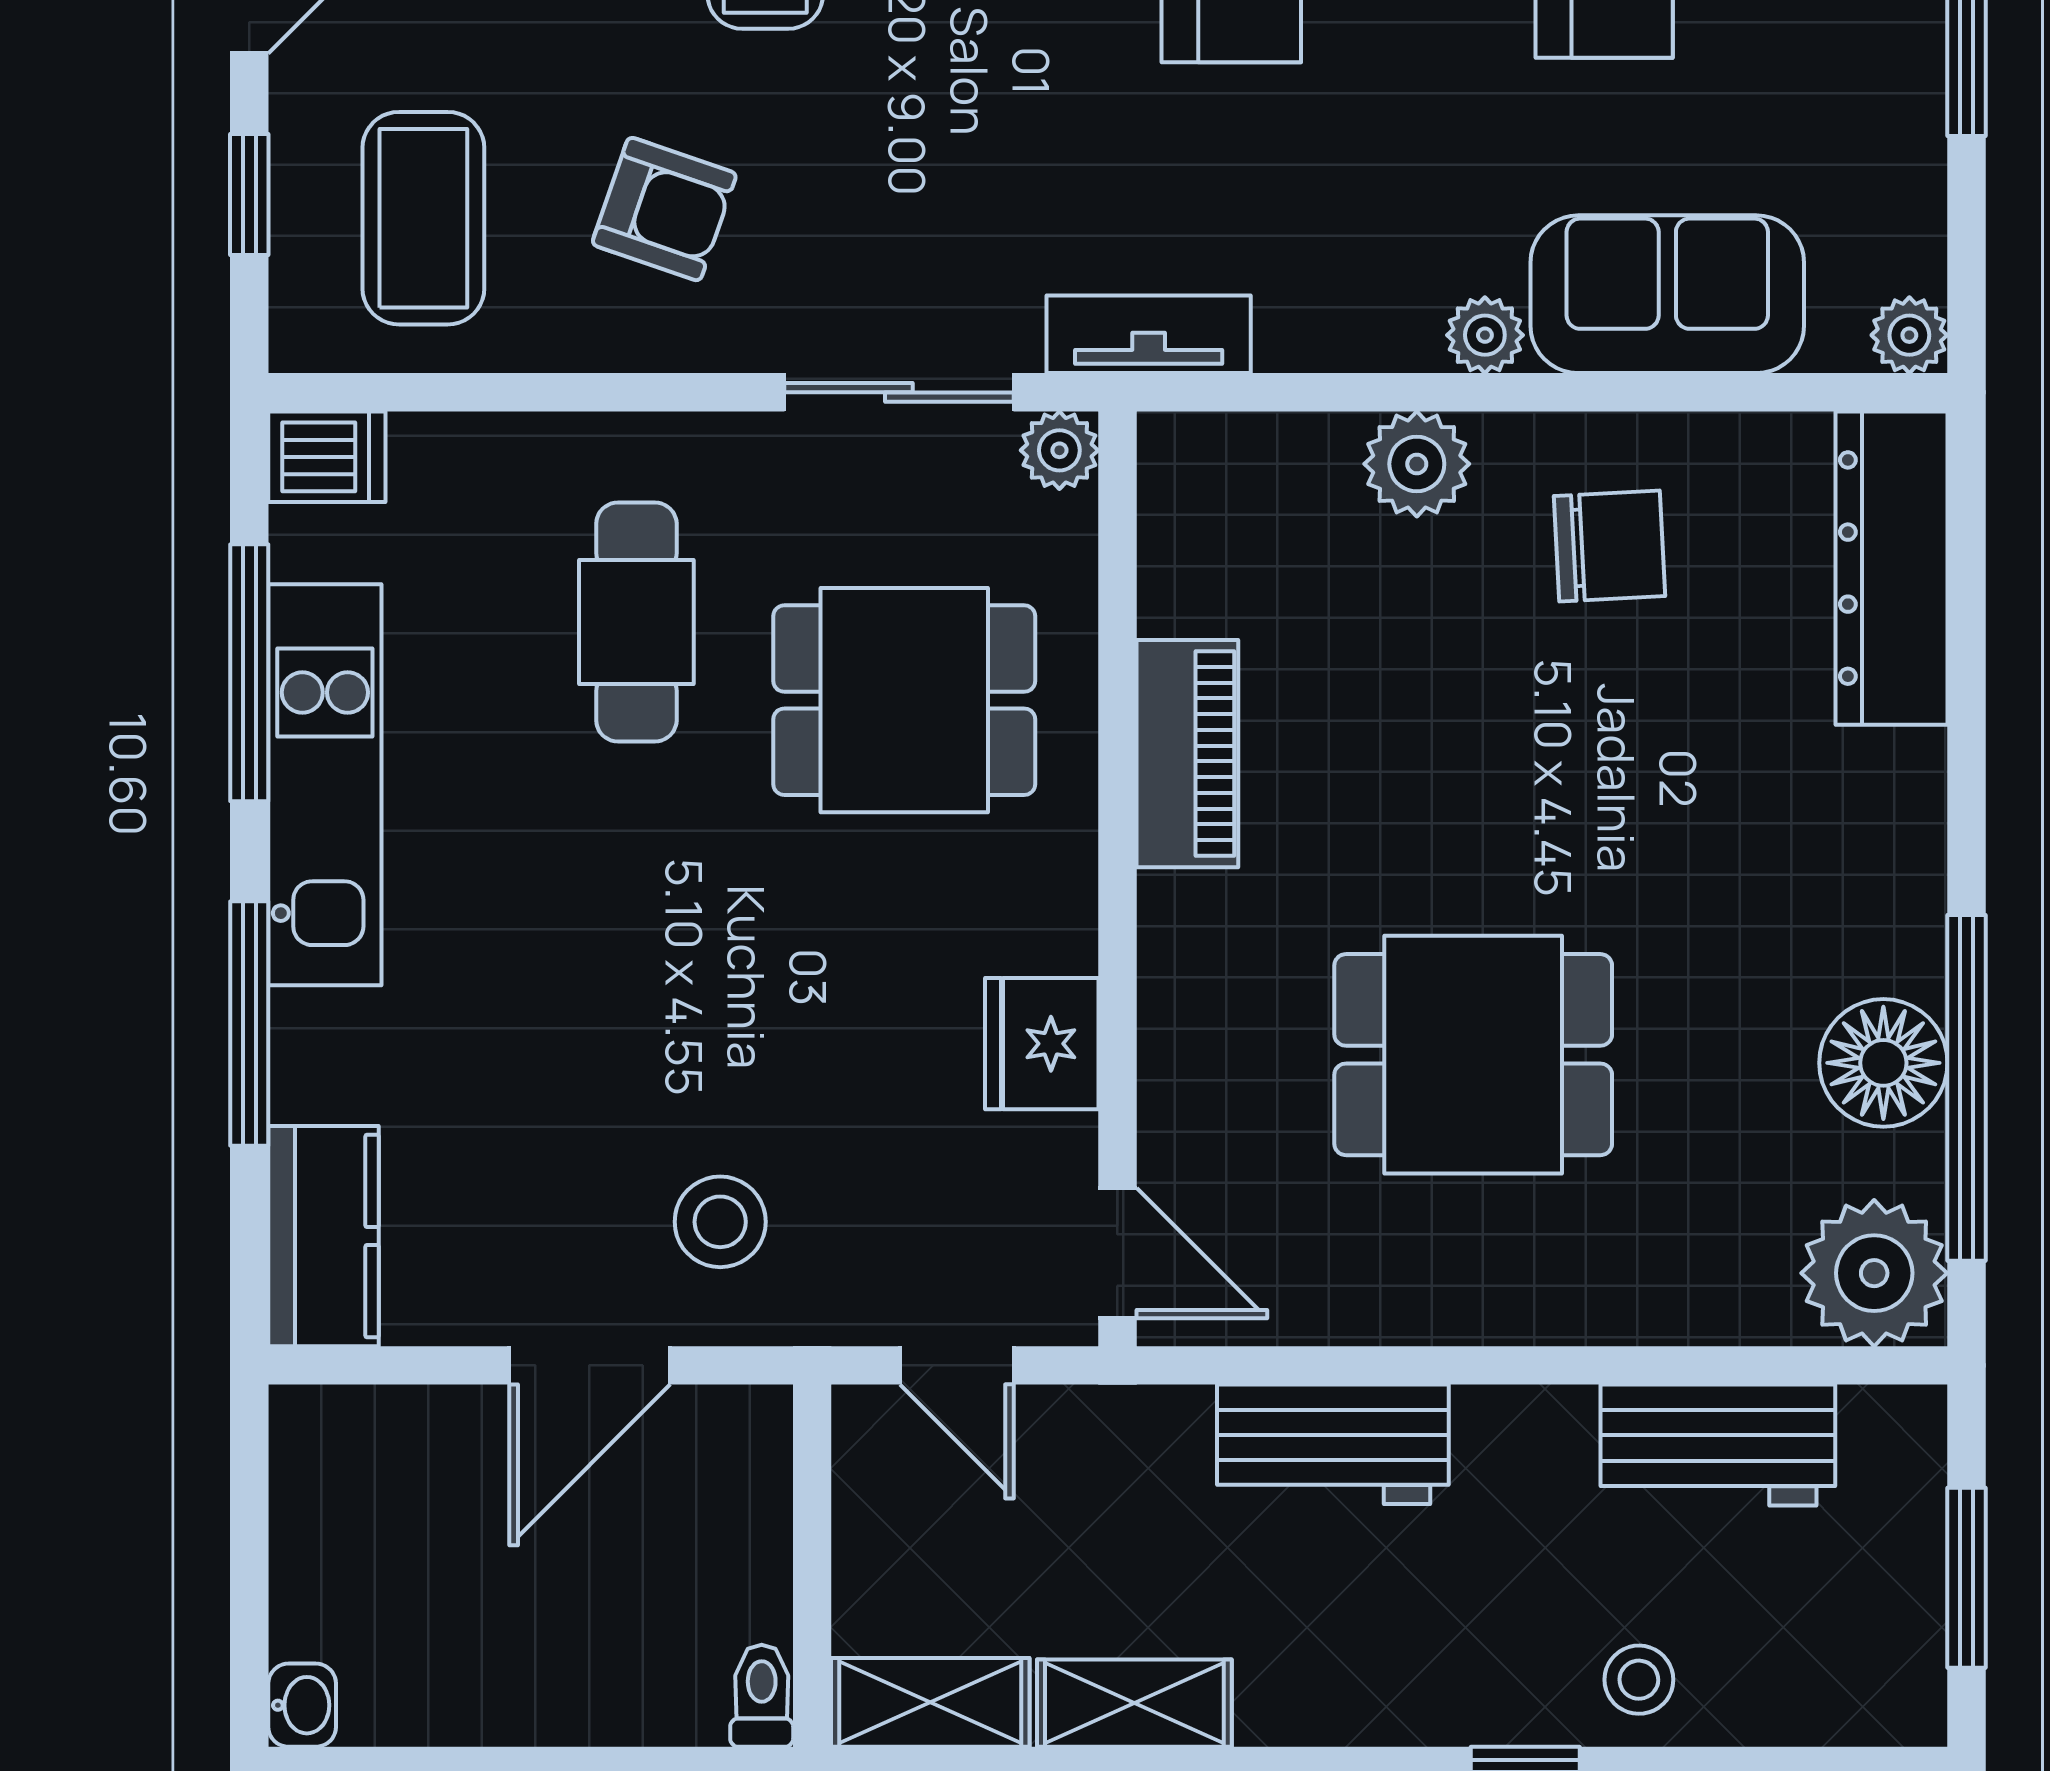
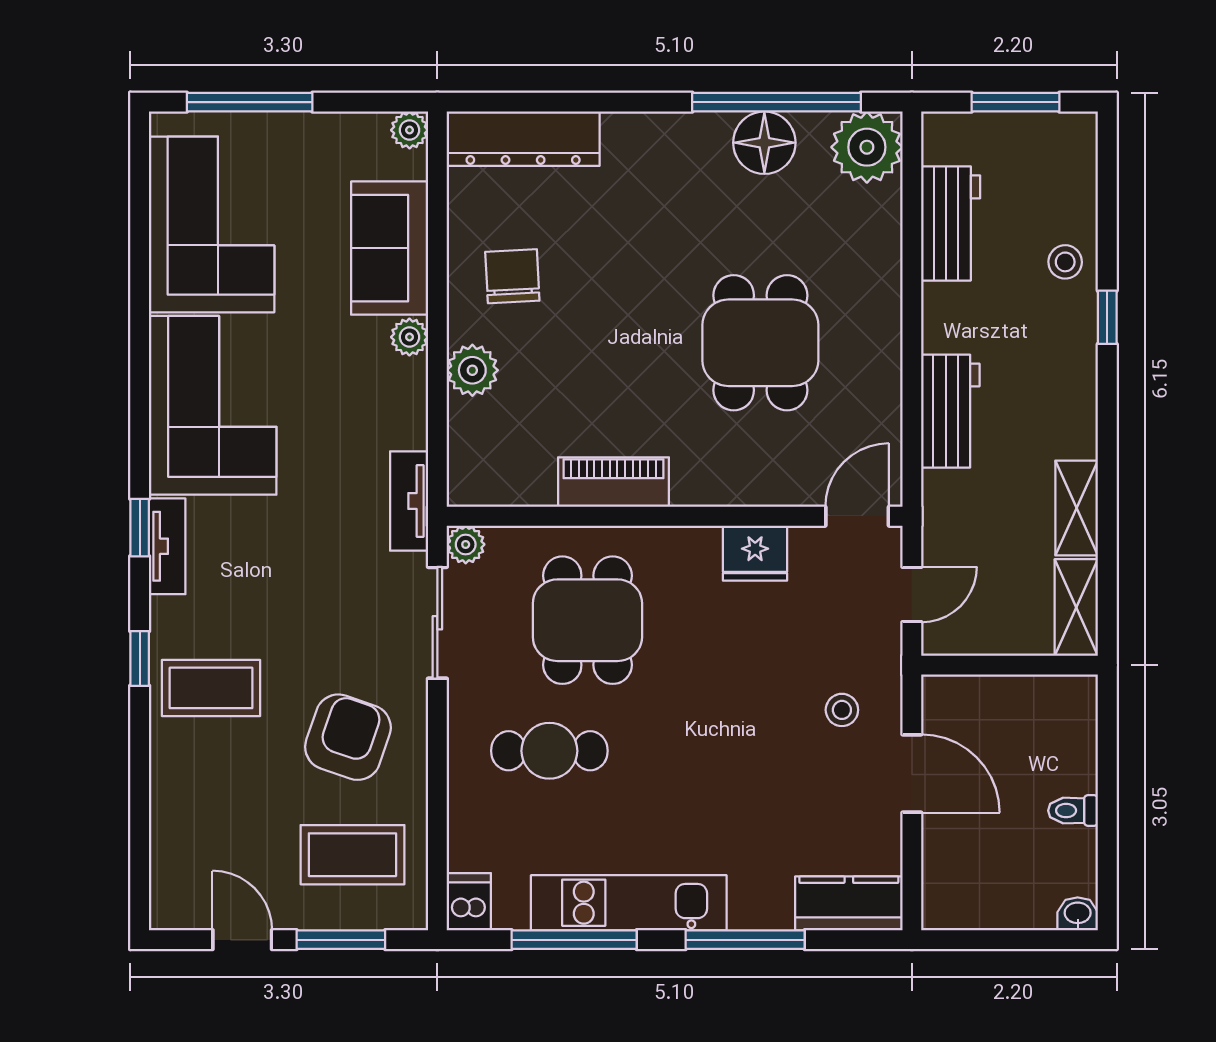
window: (249, 194) -> (341, 940), width x1.50
armchair: (664, 209) -> (348, 737), width x1.38, depth x1.38
stool: (720, 1222) -> (842, 710), width x0.73, depth x0.73
toilet: (762, 1696) -> (1073, 811), moved

